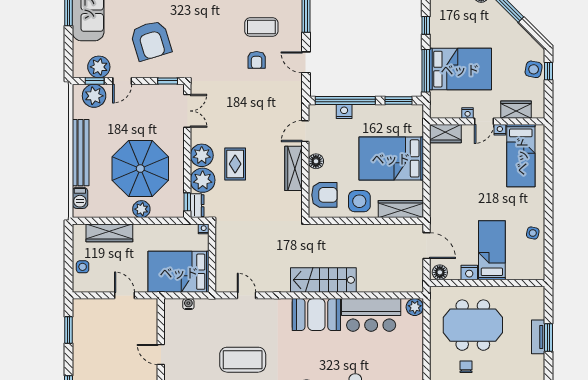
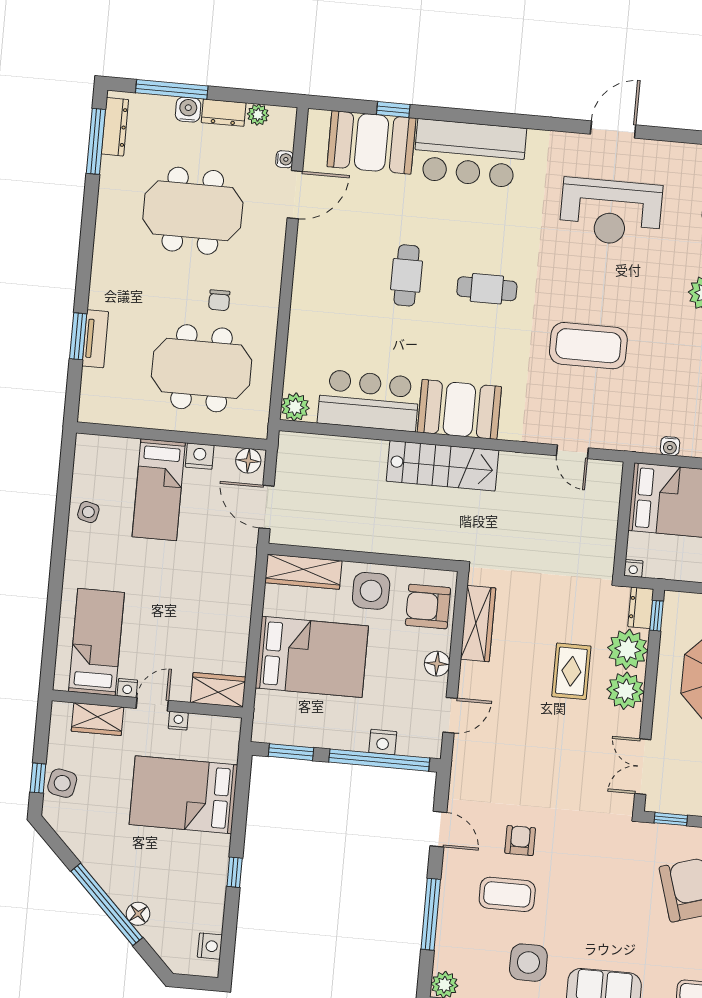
window: (426, 71) -> (241, 797), removed
wardrobe: (294, 168) -> (478, 624), moved

